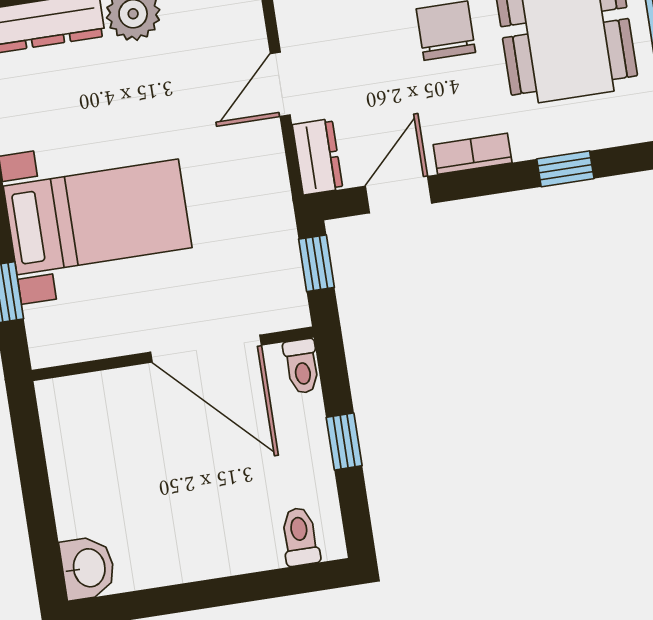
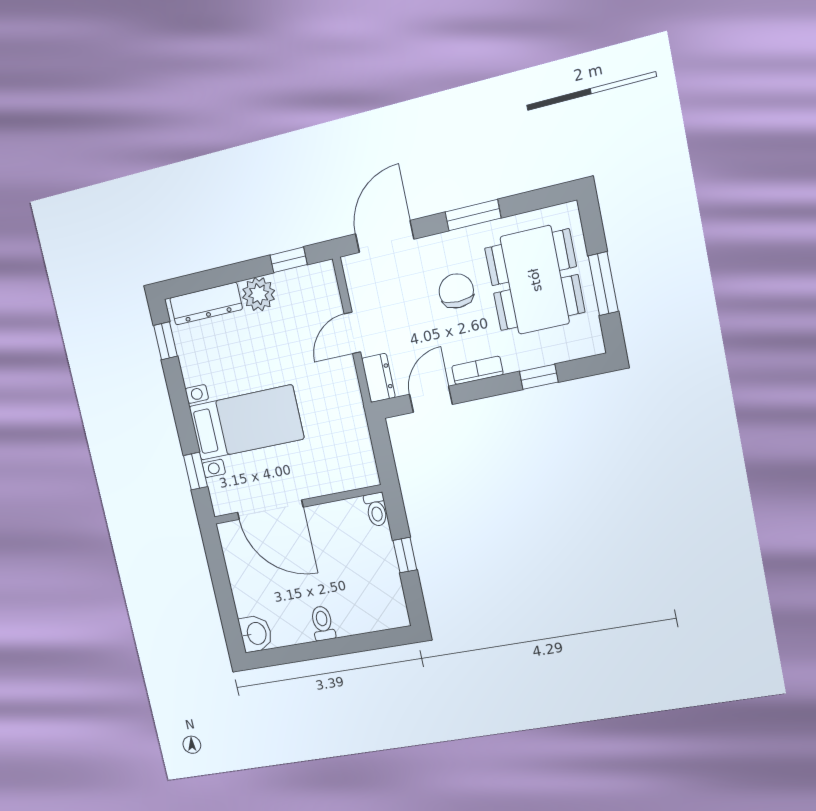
window: (317, 263) -> (382, 445), removed
door: (206, 349) -> (270, 510), moved
toilet: (300, 537) -> (323, 623), moved

